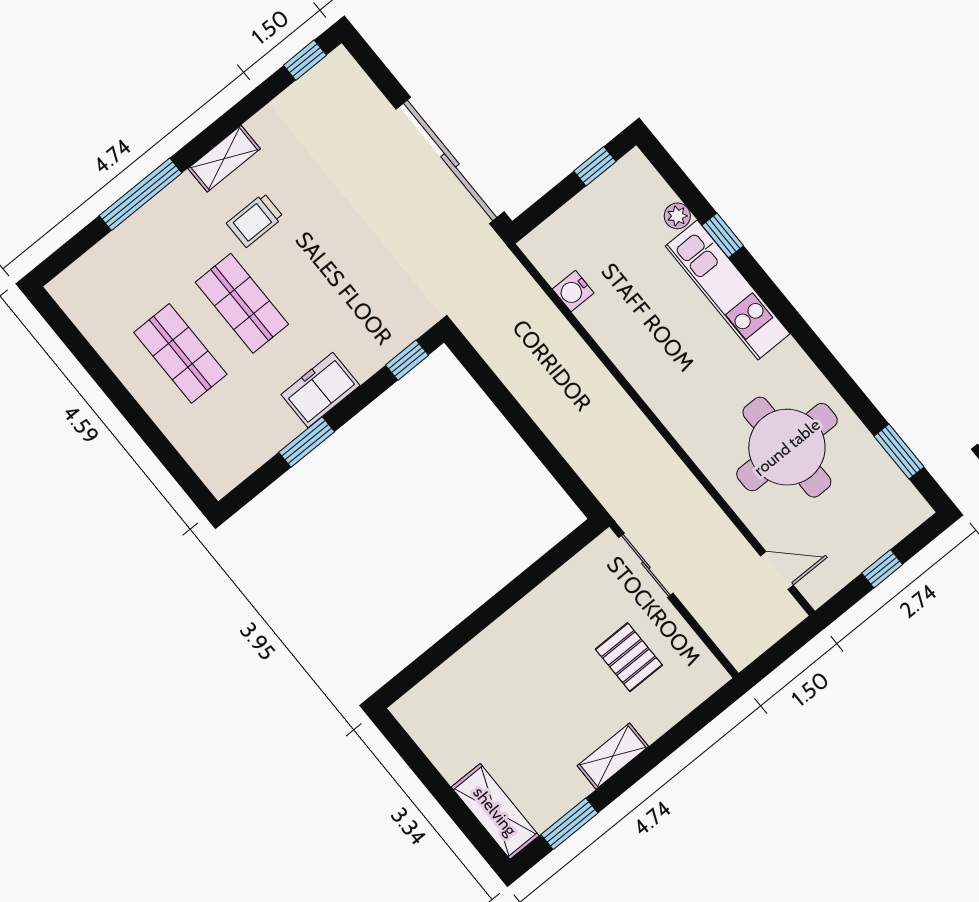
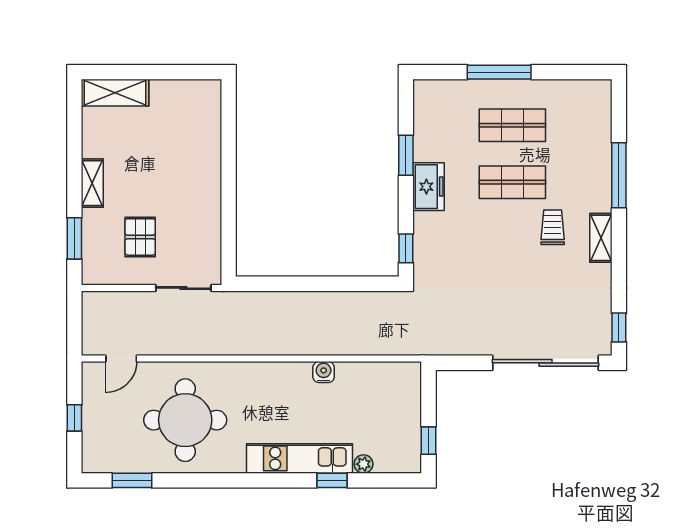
sliding door: (450, 160) -> (546, 363), moved
water cooler: (573, 291) -> (324, 372), moved
window: (135, 414) -> (499, 72), added
pallet: (629, 657) -> (140, 237), turned 90
window: (570, 824) -> (74, 238), moved

